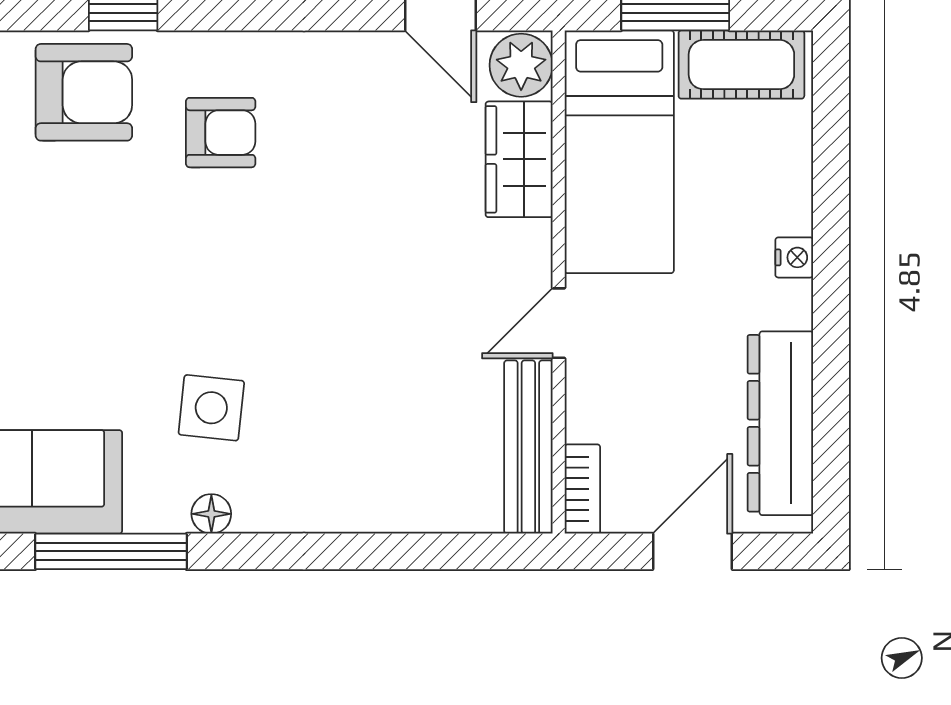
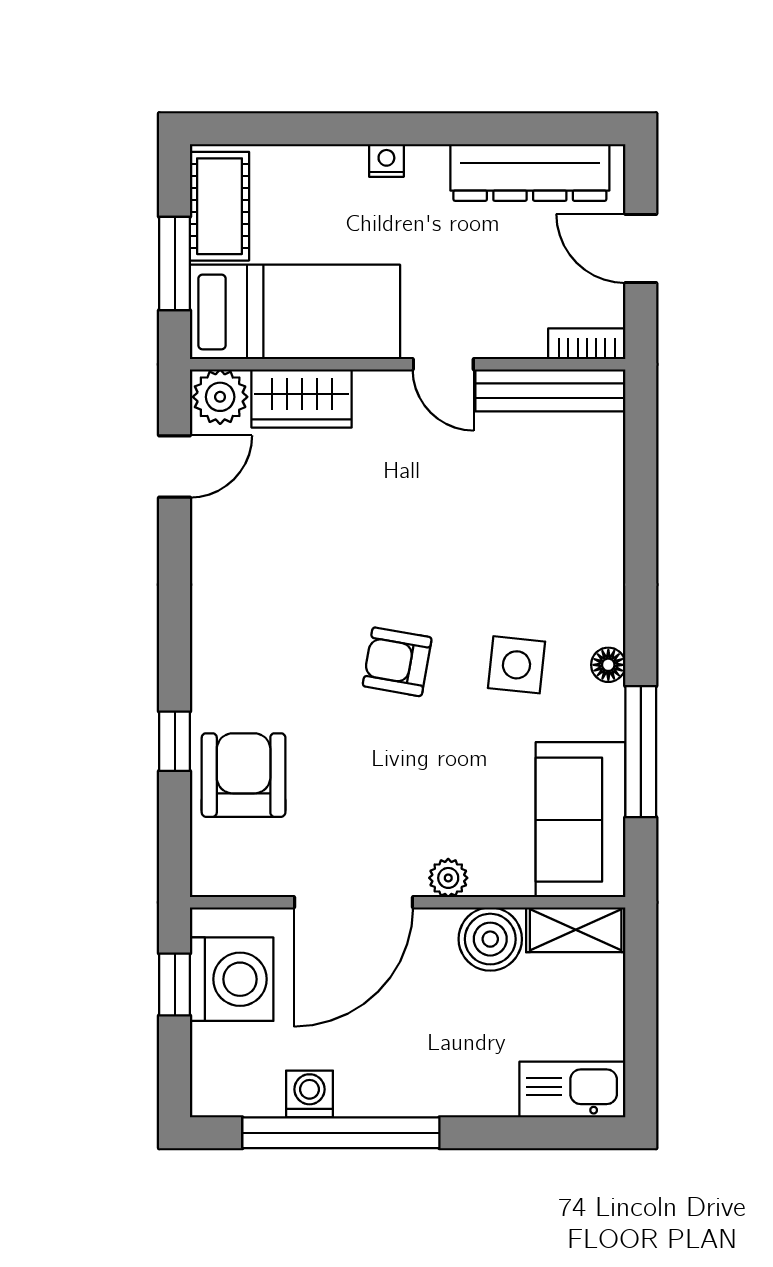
armchair: (221, 133) -> (397, 662), moved, turned -80

